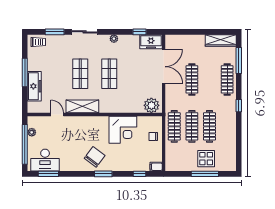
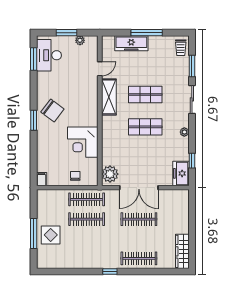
window: (239, 61) -> (160, 271), removed
double door: (164, 67) -> (139, 188), moved
clothes rail: (210, 126) -> (87, 239), removed
window: (25, 144) -> (67, 33), width x0.47
window: (139, 174) -> (34, 161), removed

